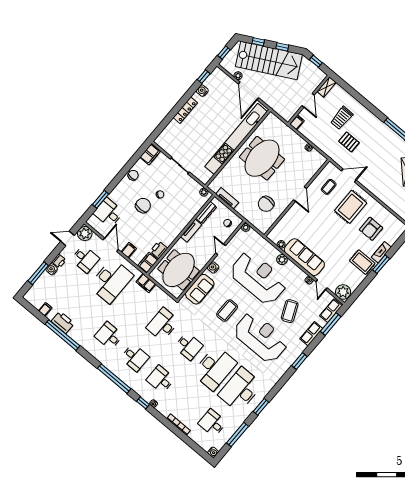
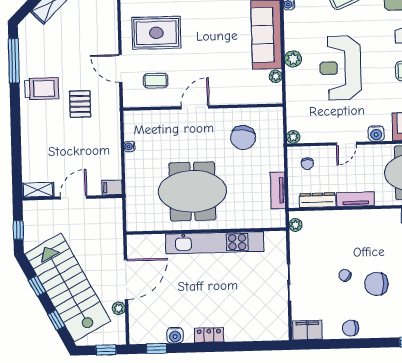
locker: (185, 110) -> (209, 335), width x0.66
trolley: (342, 118) -> (42, 89), moved
kitchen unit: (236, 139) -> (215, 243), width x0.73
chair: (266, 204) -> (243, 138), turned 98
reception desk: (258, 278) -> (340, 68), width x0.74, depth x0.77

